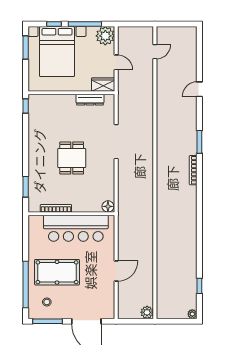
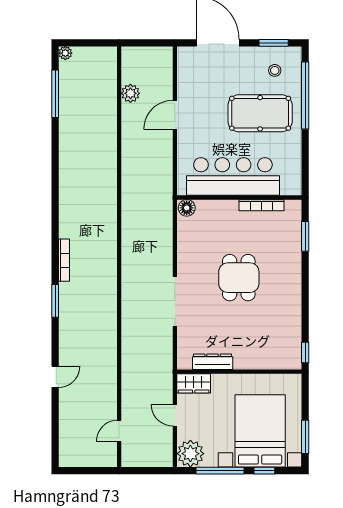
window: (199, 286) -> (55, 94), width x2.17
plant: (147, 312) -> (130, 93), moved
window: (48, 321) -> (274, 43), width x0.69

